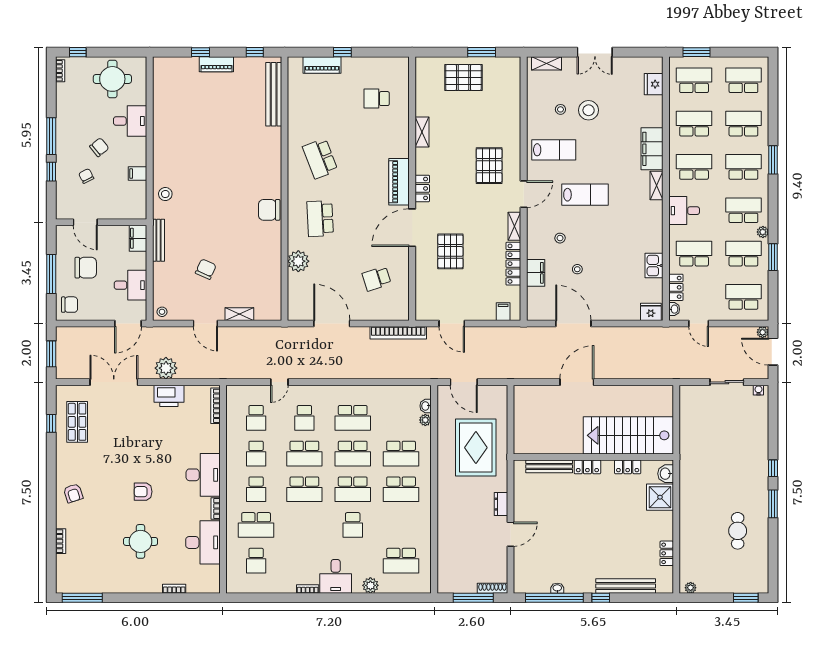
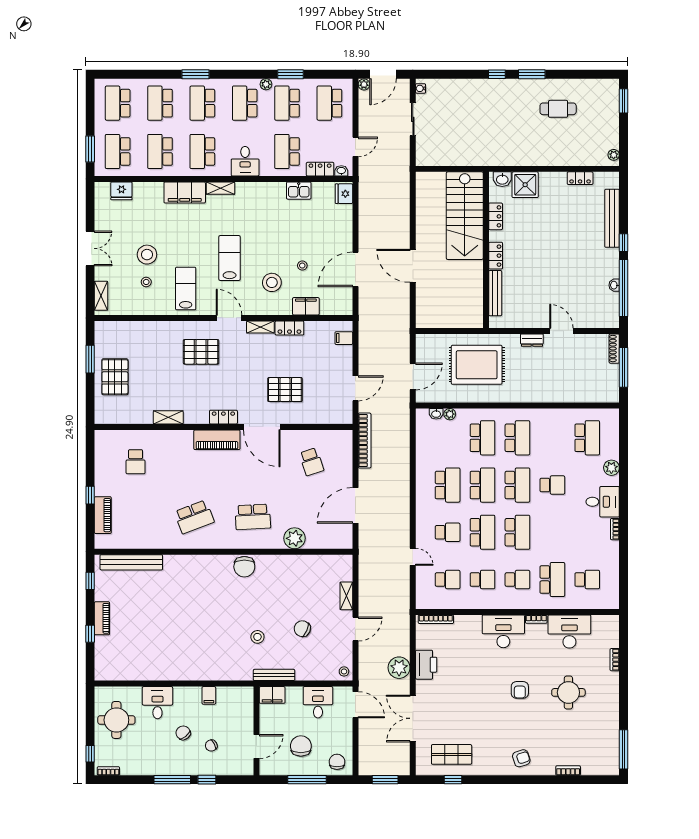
stool: (165, 194) -> (257, 637), moved
stool: (560, 238) -> (272, 282), width x1.89, depth x1.89
locker: (513, 264) -> (289, 328), width x0.66

